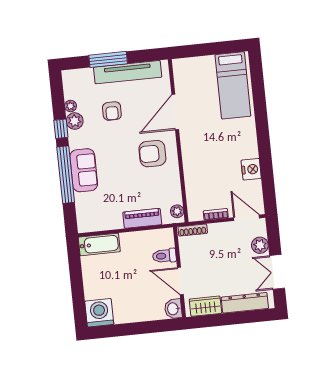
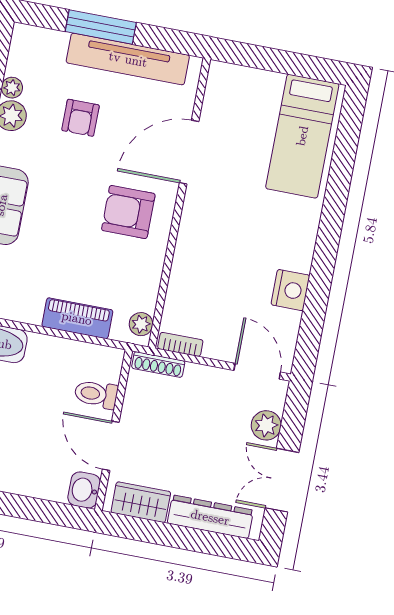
bookcase: (216, 214) -> (180, 344), moved

